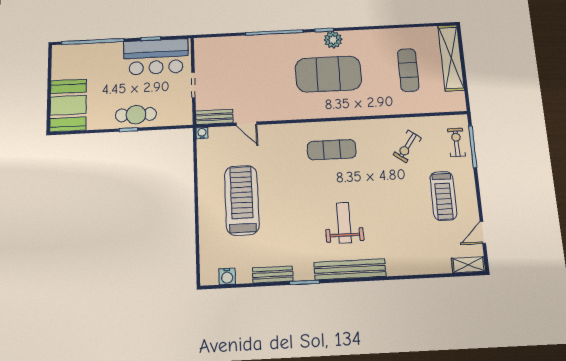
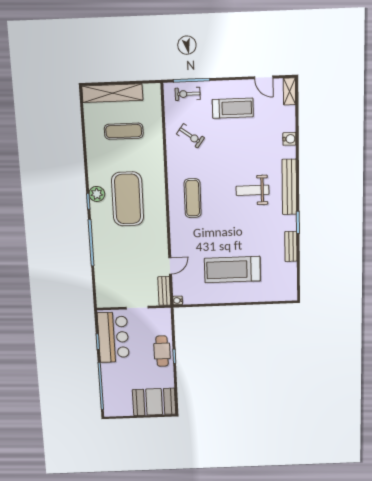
water cooler: (227, 276) -> (289, 139), moved

